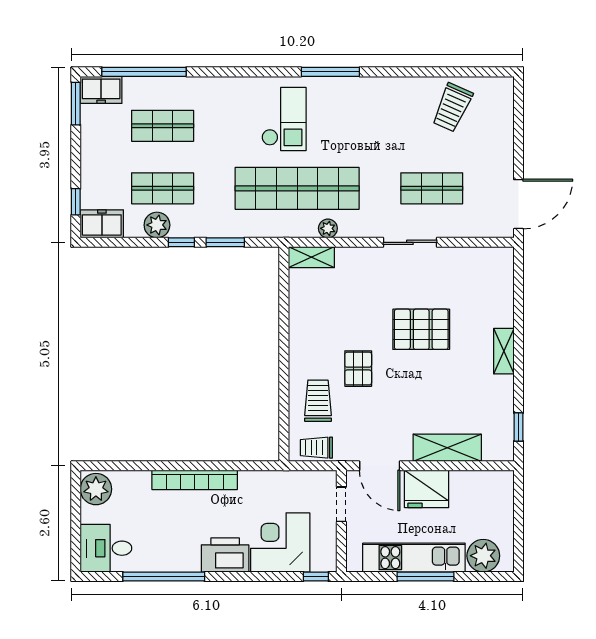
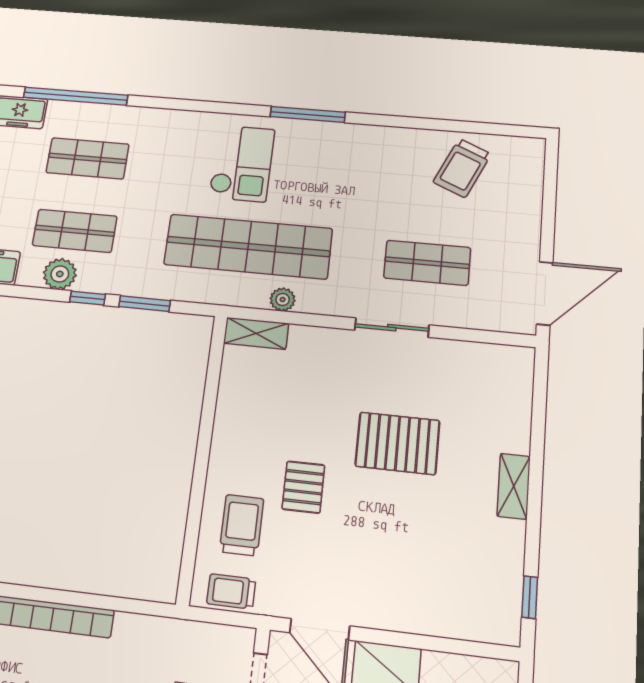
shelving: (447, 448) -> (422, 615), removed

